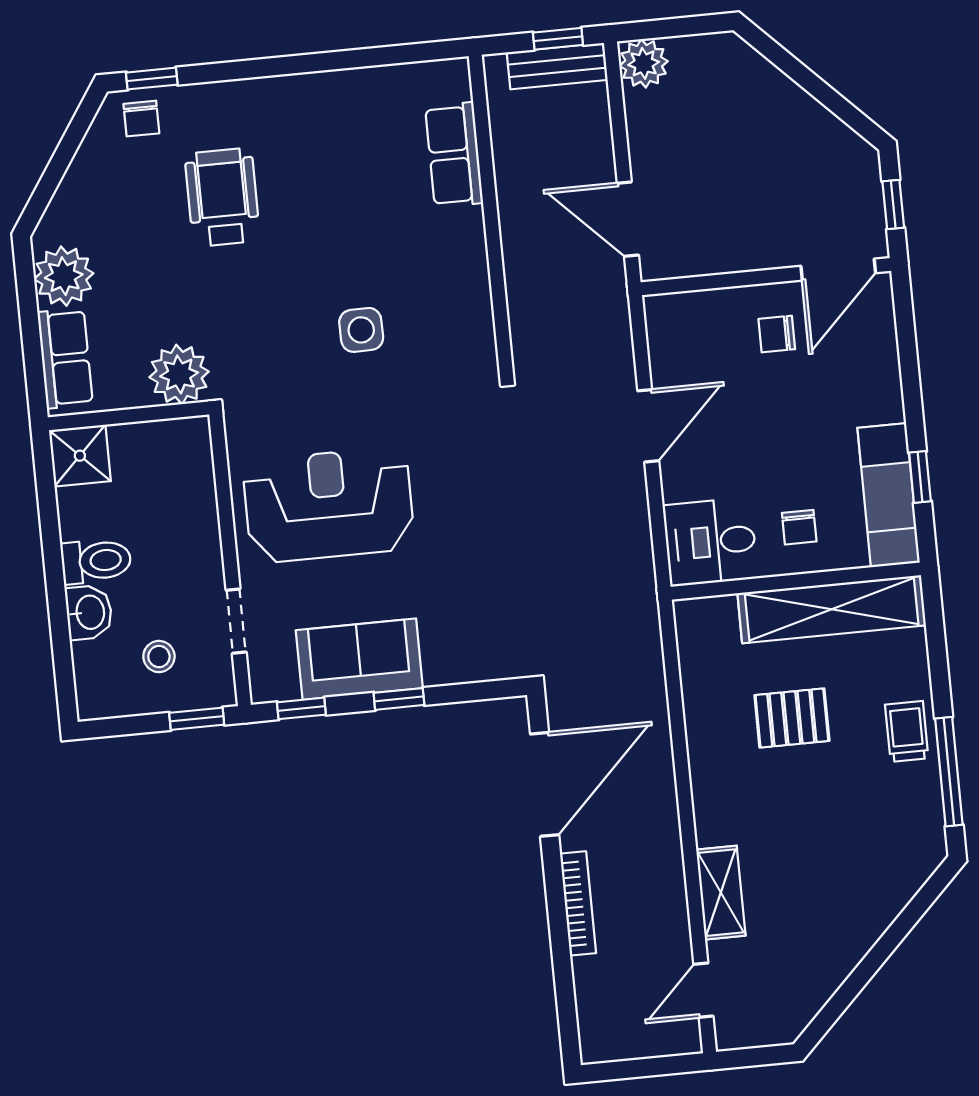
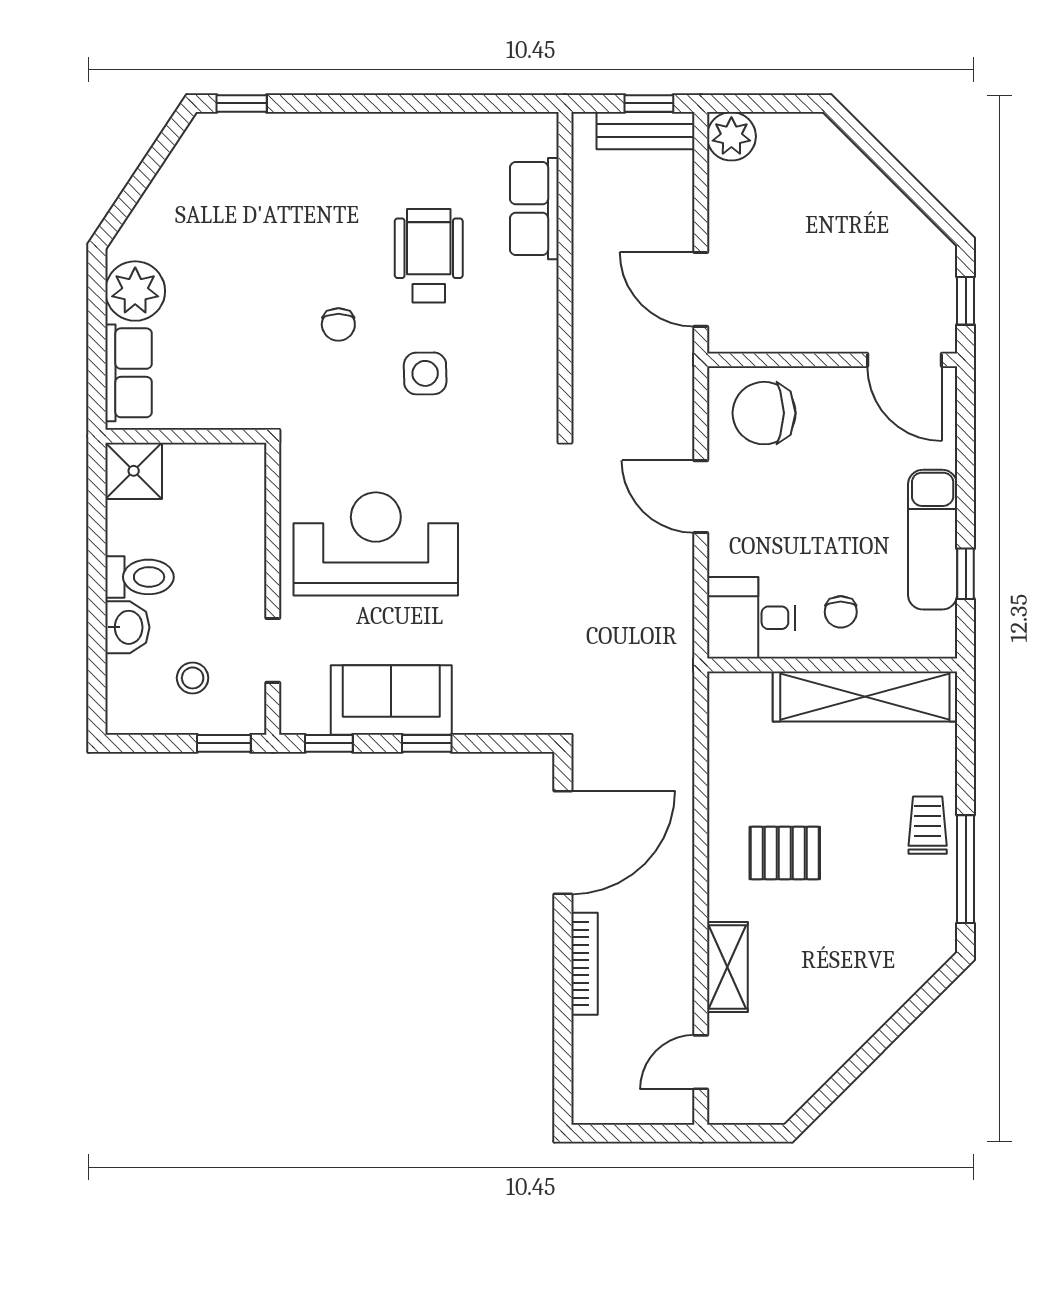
chair: (141, 119) -> (338, 324), moved
wheelchair: (222, 197) -> (429, 256), moved
door: (838, 270) -> (905, 360), hinge flipped
chair: (777, 334) -> (764, 413), moved, width x1.87, depth x1.87
plant: (179, 374) -> (240, 400), removed
door: (648, 426) -> (701, 497), swing flipped
exam couch: (889, 495) -> (933, 540), moved
pallet: (792, 718) -> (785, 853), moved

